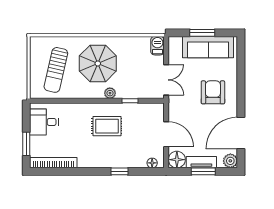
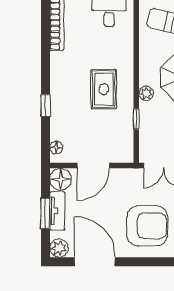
armchair: (213, 92) -> (147, 226), width x1.36, depth x1.36

